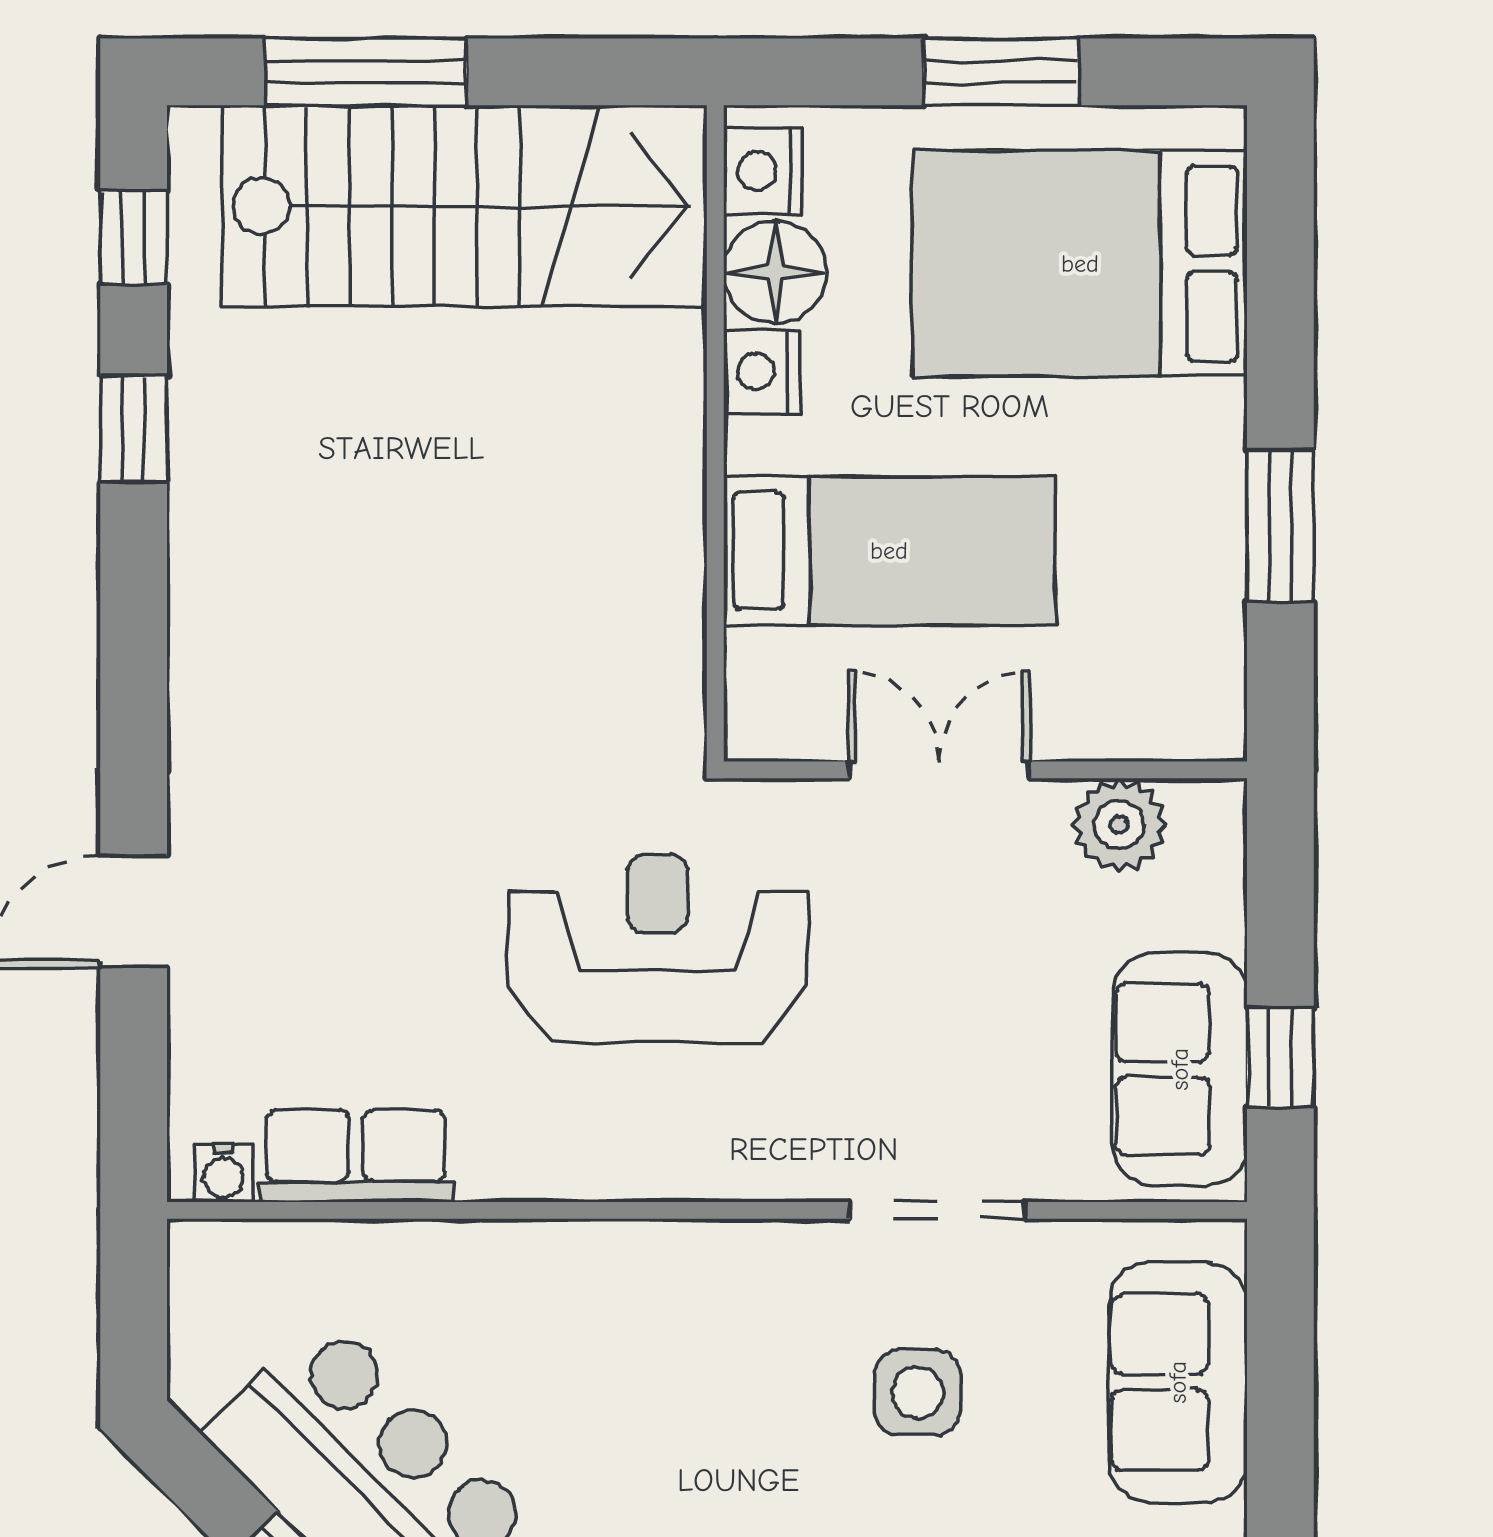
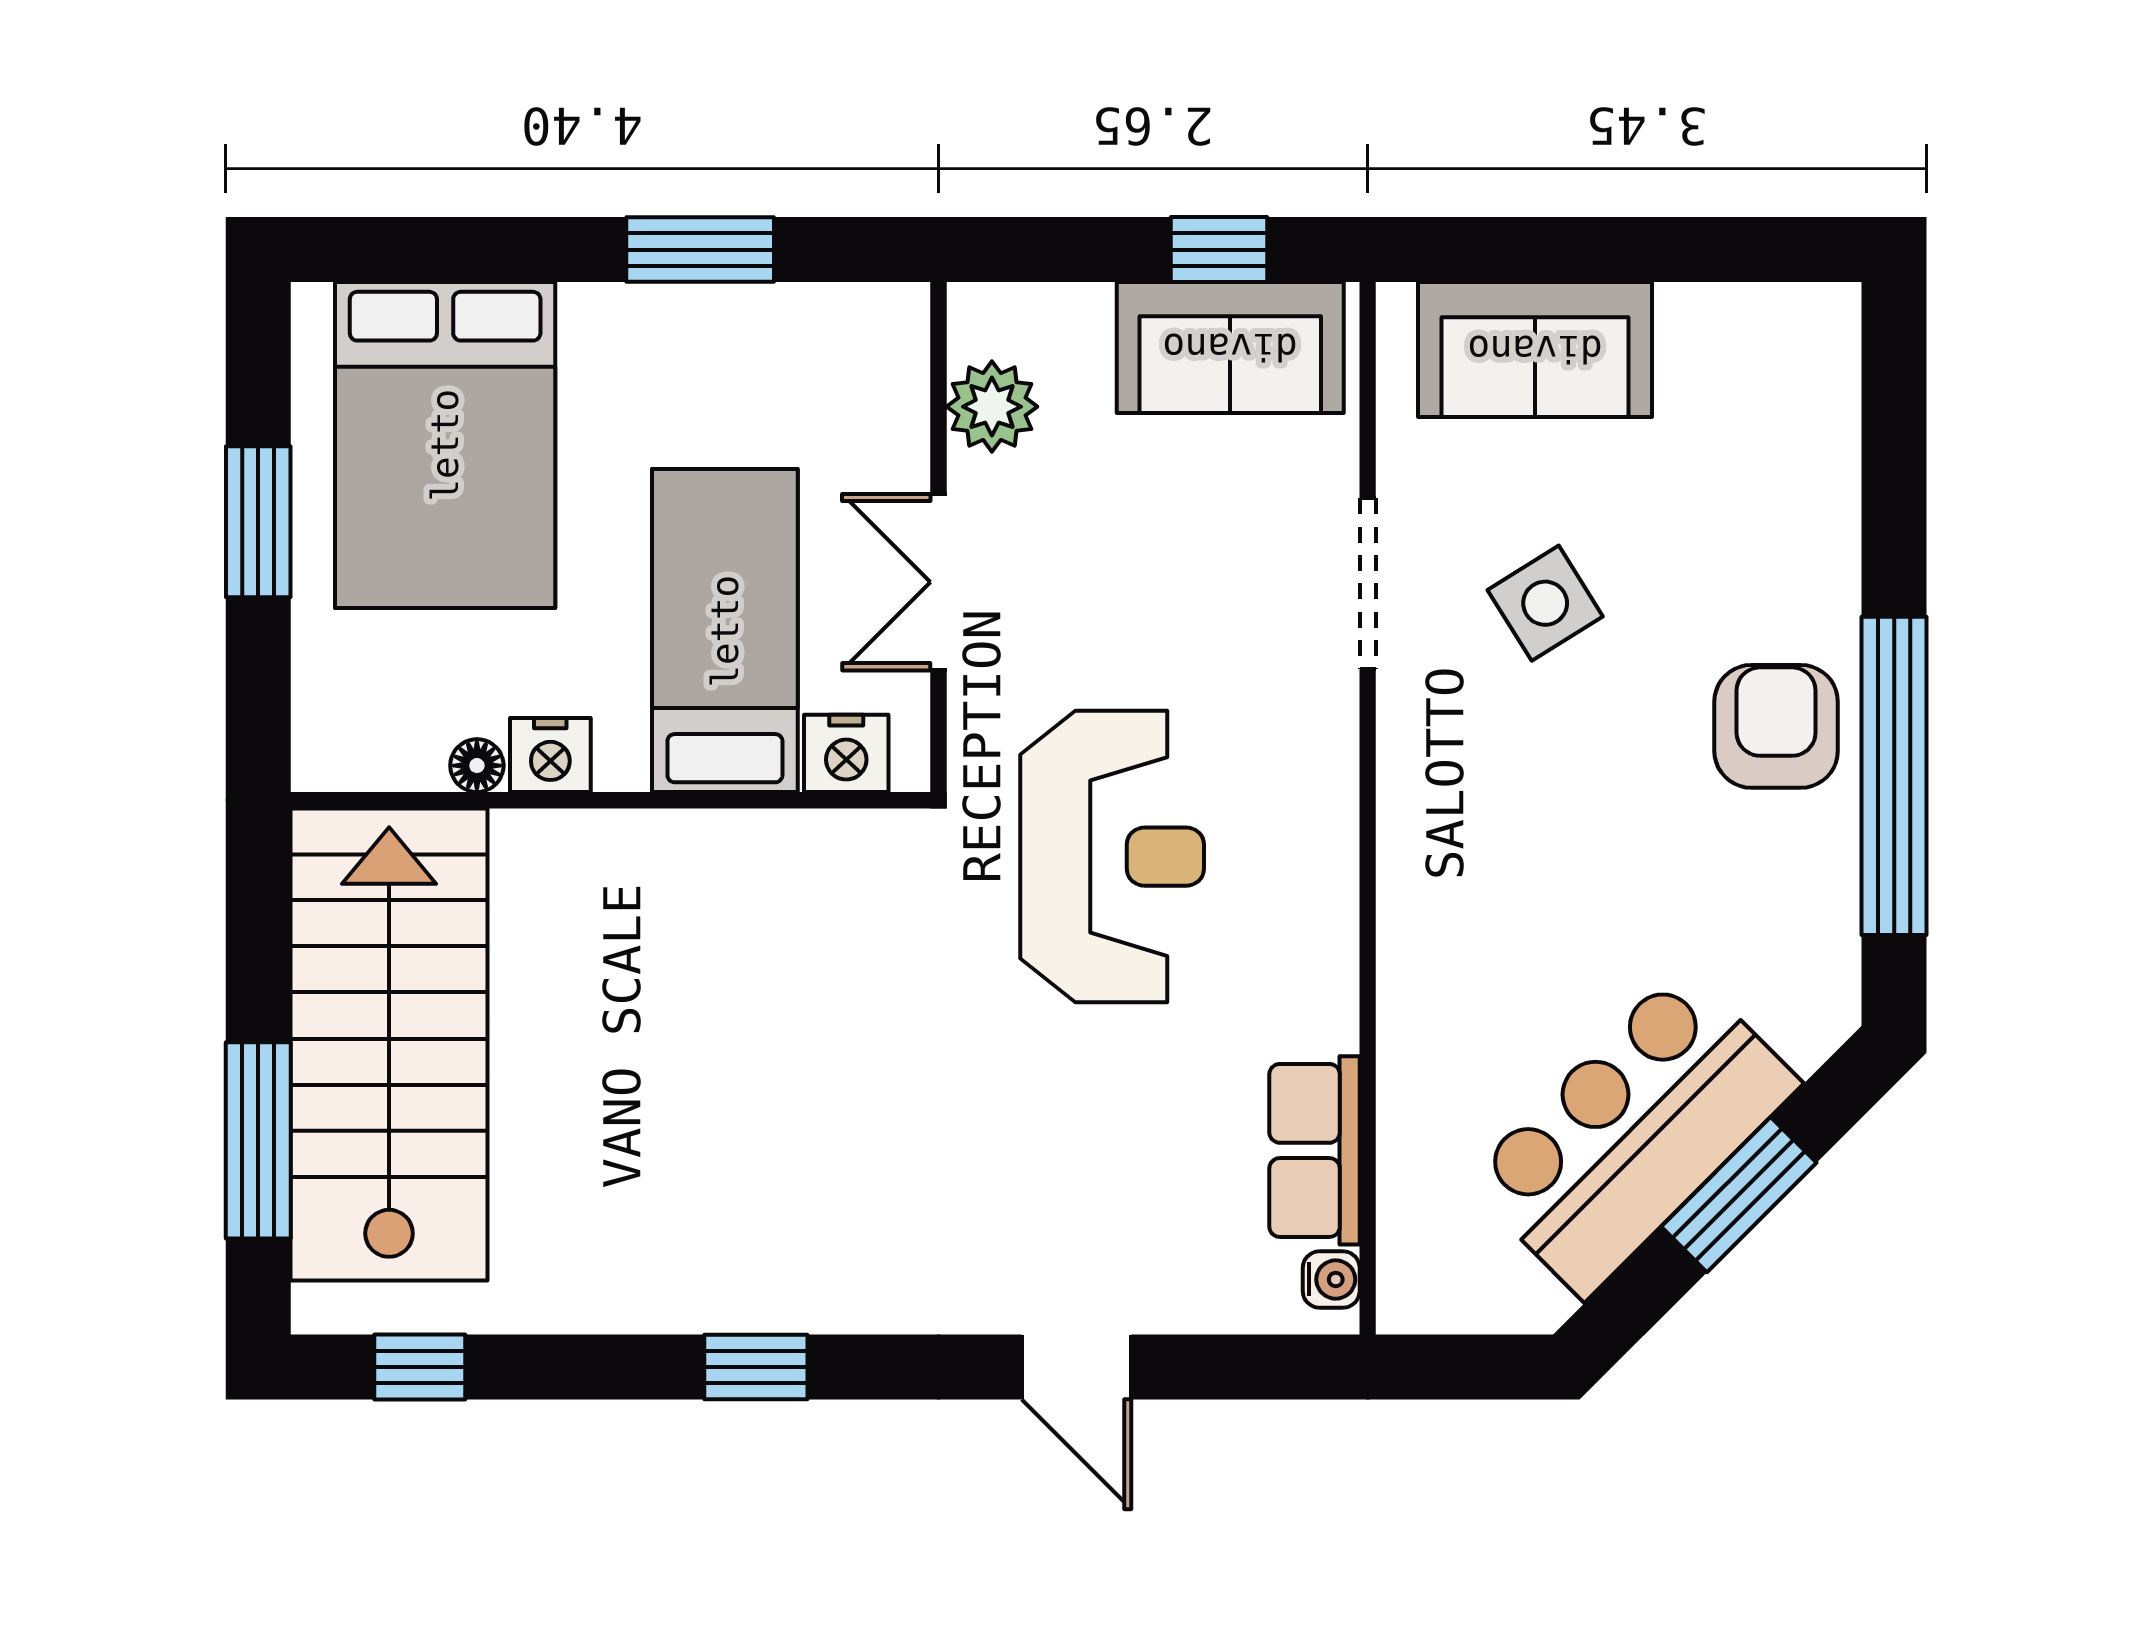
nightstand: (763, 171) -> (846, 753), moved
floor lamp: (775, 272) -> (477, 766), width x0.53, depth x0.53
window: (134, 429) -> (756, 1367), moved
reception desk: (657, 948) -> (1112, 857), turned 180
side table: (917, 1393) -> (1545, 603), turned -32

